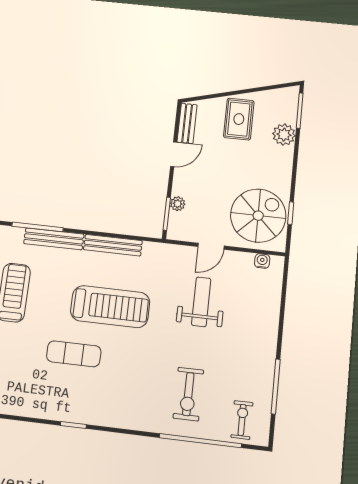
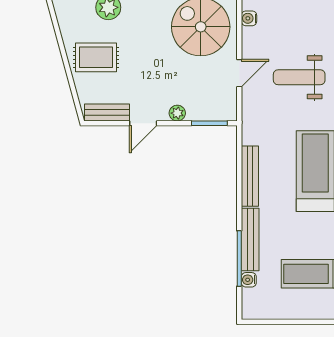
door: (174, 154) -> (143, 123), swing flipped
plant: (178, 204) -> (177, 113), moved
water cooler: (17, 233) -> (249, 280), added
door: (211, 246) -> (239, 73), hinge flipped

